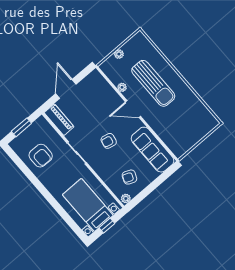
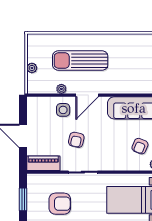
sun lounger: (153, 83) -> (80, 61), turned 180
side table: (108, 101) -> (63, 110), added
armchair: (109, 141) -> (76, 140), moved

